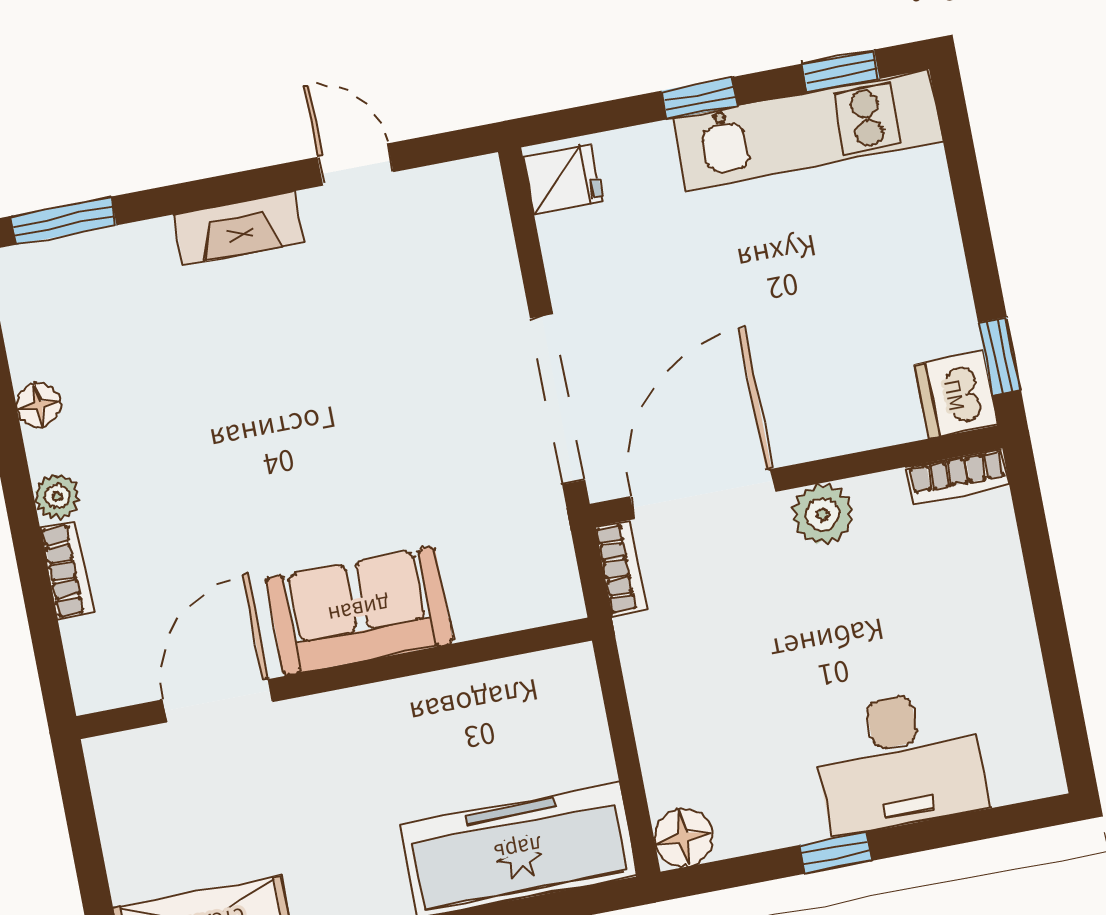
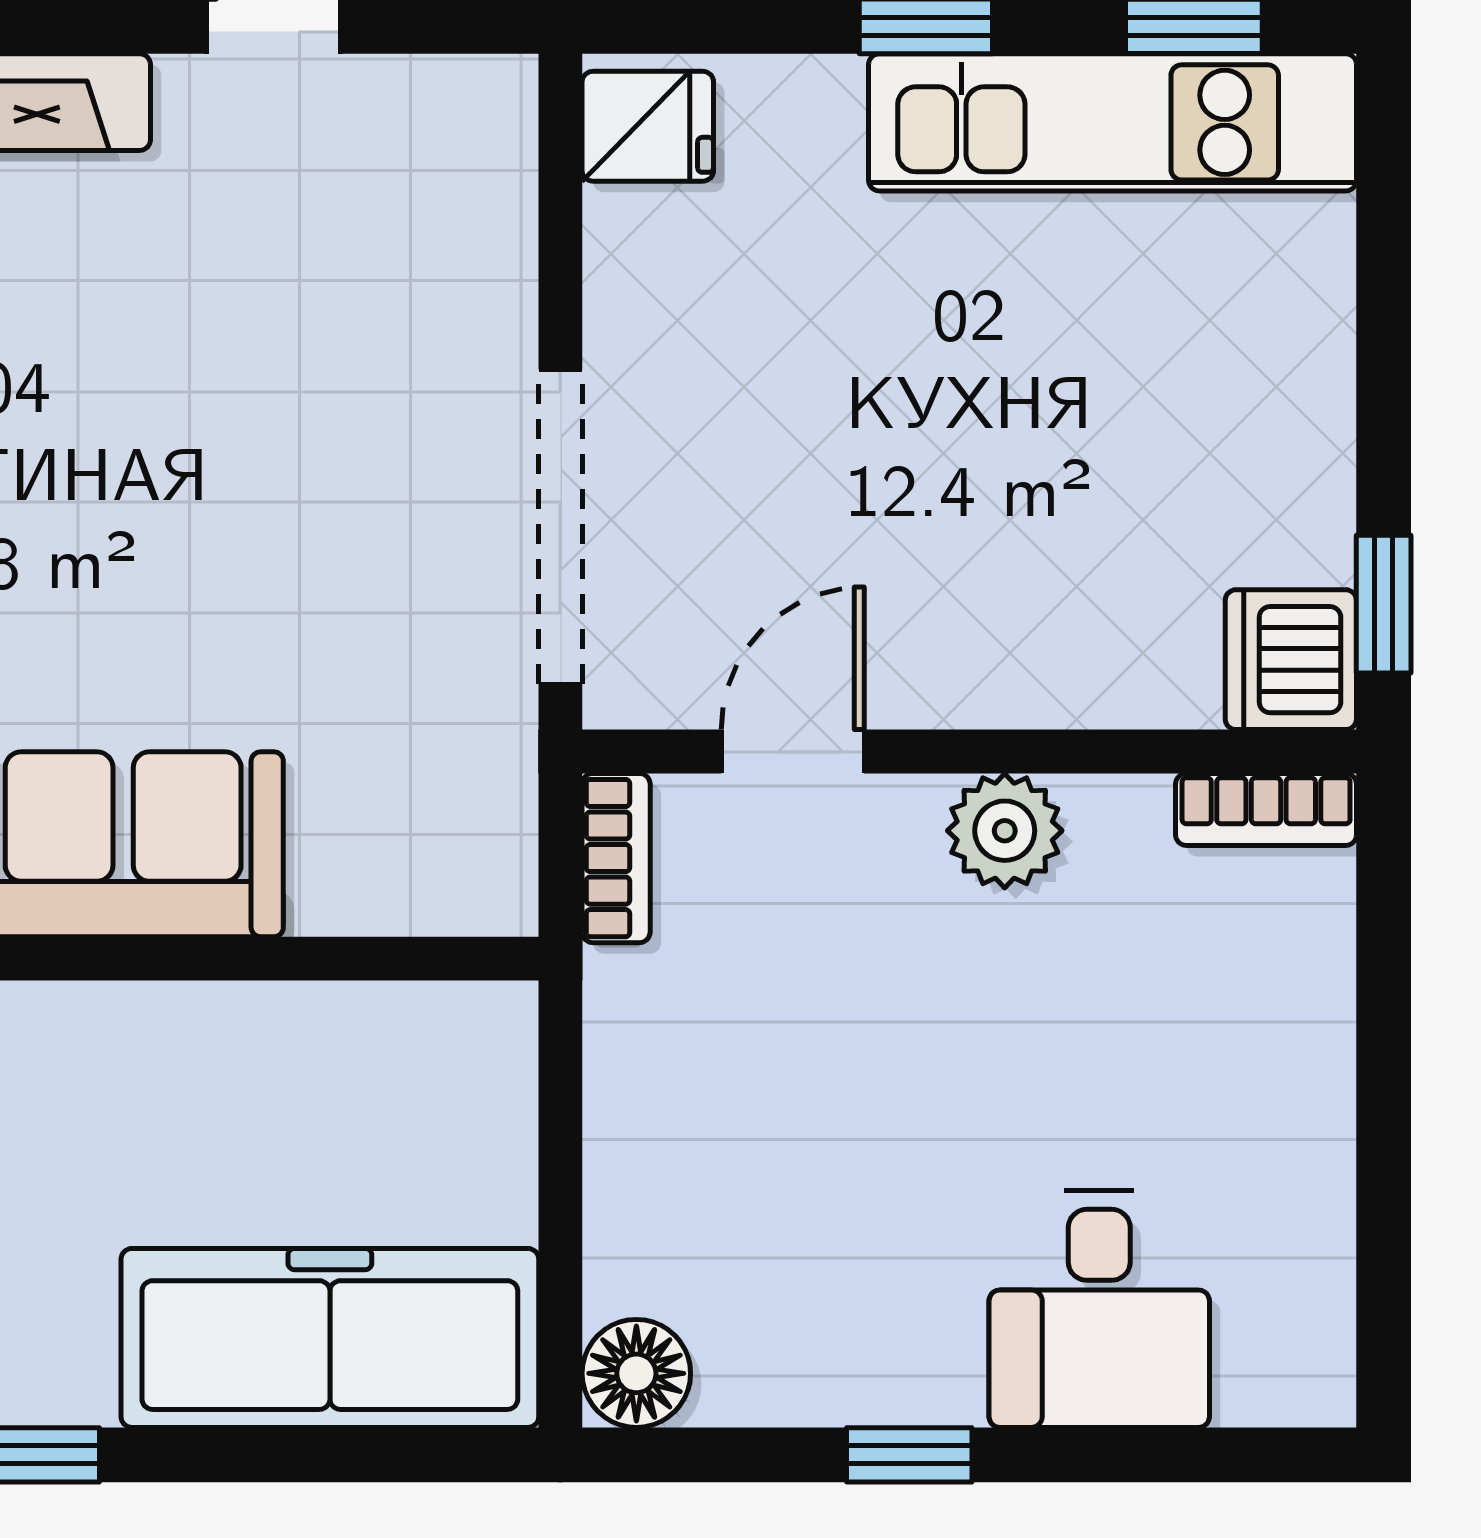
door: (703, 494) -> (793, 752), width x0.53
desk: (899, 761) -> (1099, 1309), width x0.73

